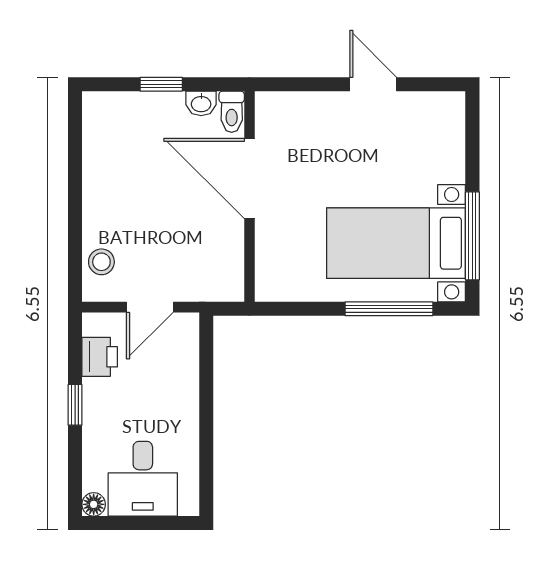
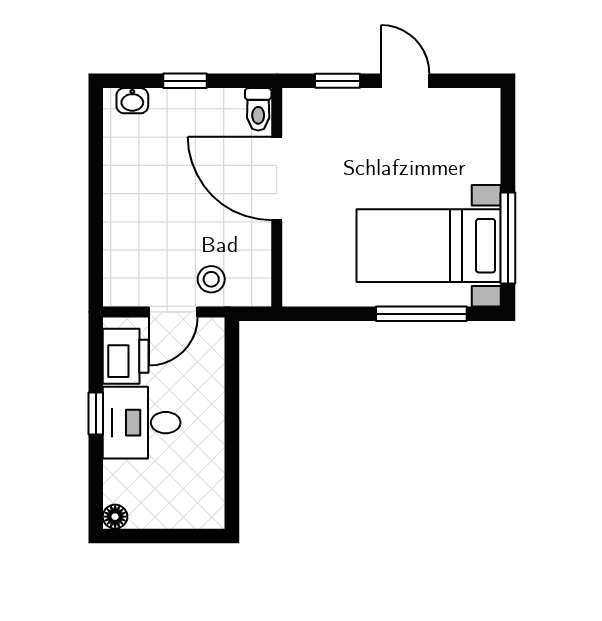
window: (308, 84) -> (337, 81), added
washbasin: (201, 103) -> (132, 101), moved
stool: (101, 262) -> (211, 279), moved
printer: (100, 357) -> (126, 356), width x1.36, depth x1.24
desk: (143, 479) -> (142, 423), moved, turned 90

